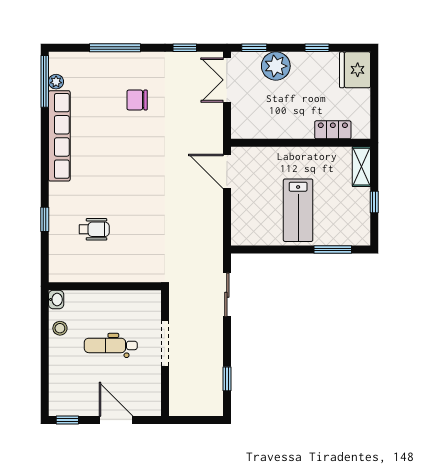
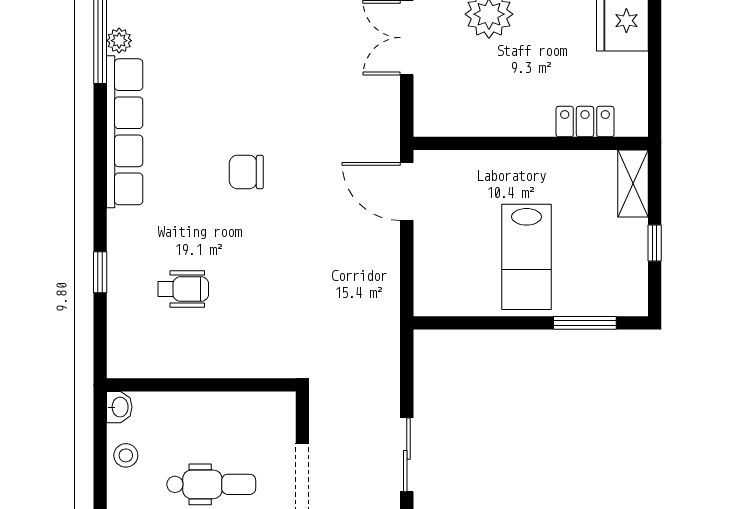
chair: (137, 100) -> (246, 172), moved
sliding door: (227, 295) -> (407, 455), moved
dental chair: (111, 345) -> (211, 484), turned 180

